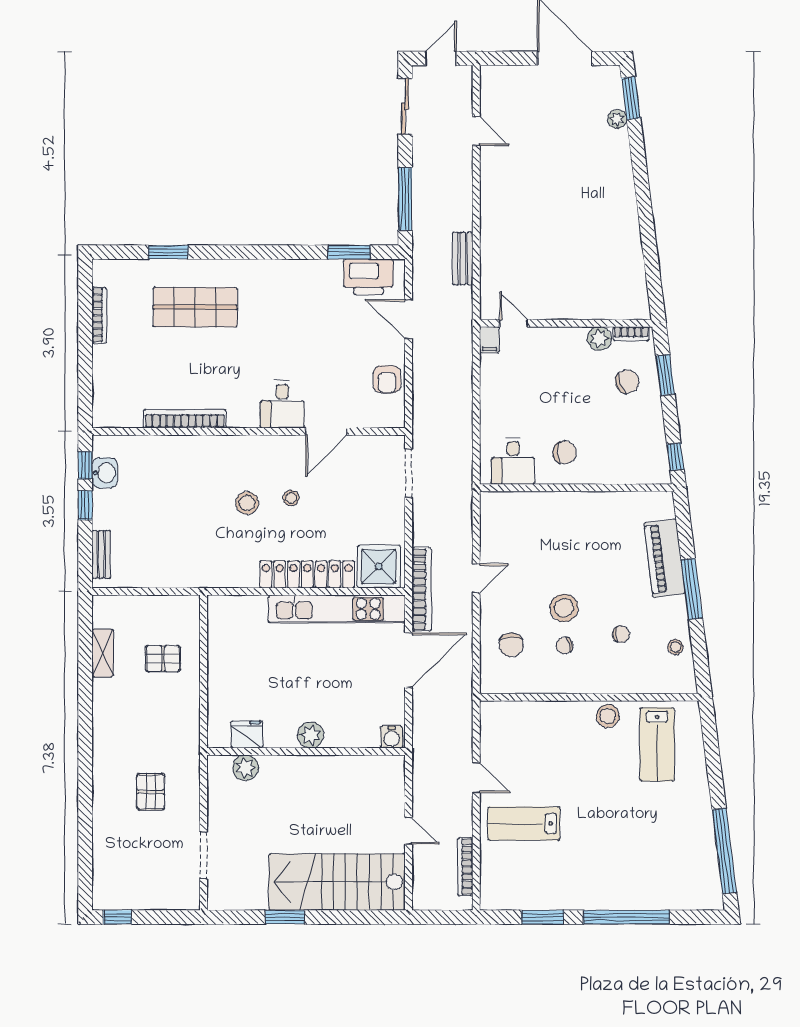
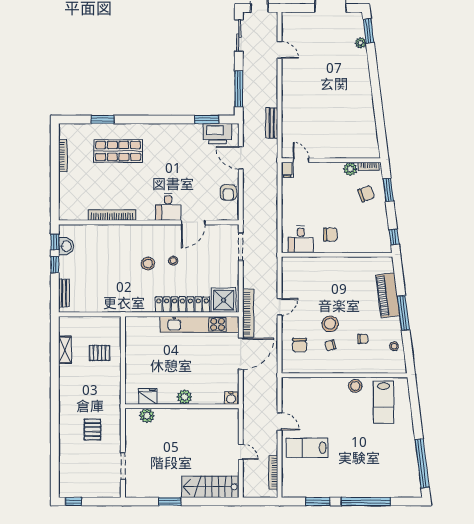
stairs: (337, 882) -> (210, 487), width x0.73, depth x0.66

